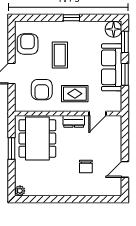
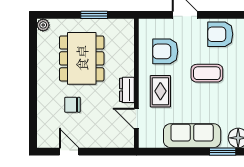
armchair: (28, 44) -> (220, 34), turned 180
window: (125, 74) -> (184, 152), removed
dining table: (37, 138) -> (82, 58), moved, turned 90

